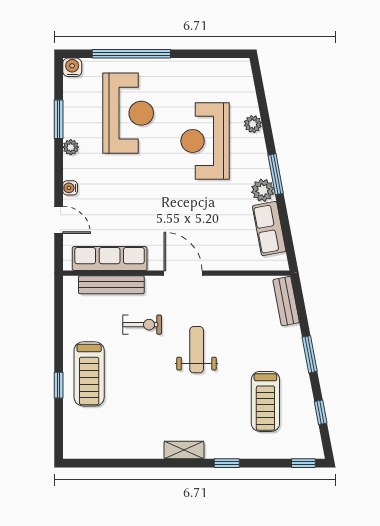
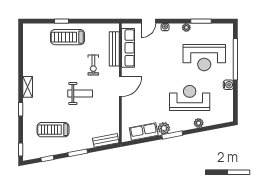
water cooler: (72, 67) -> (228, 85), moved

